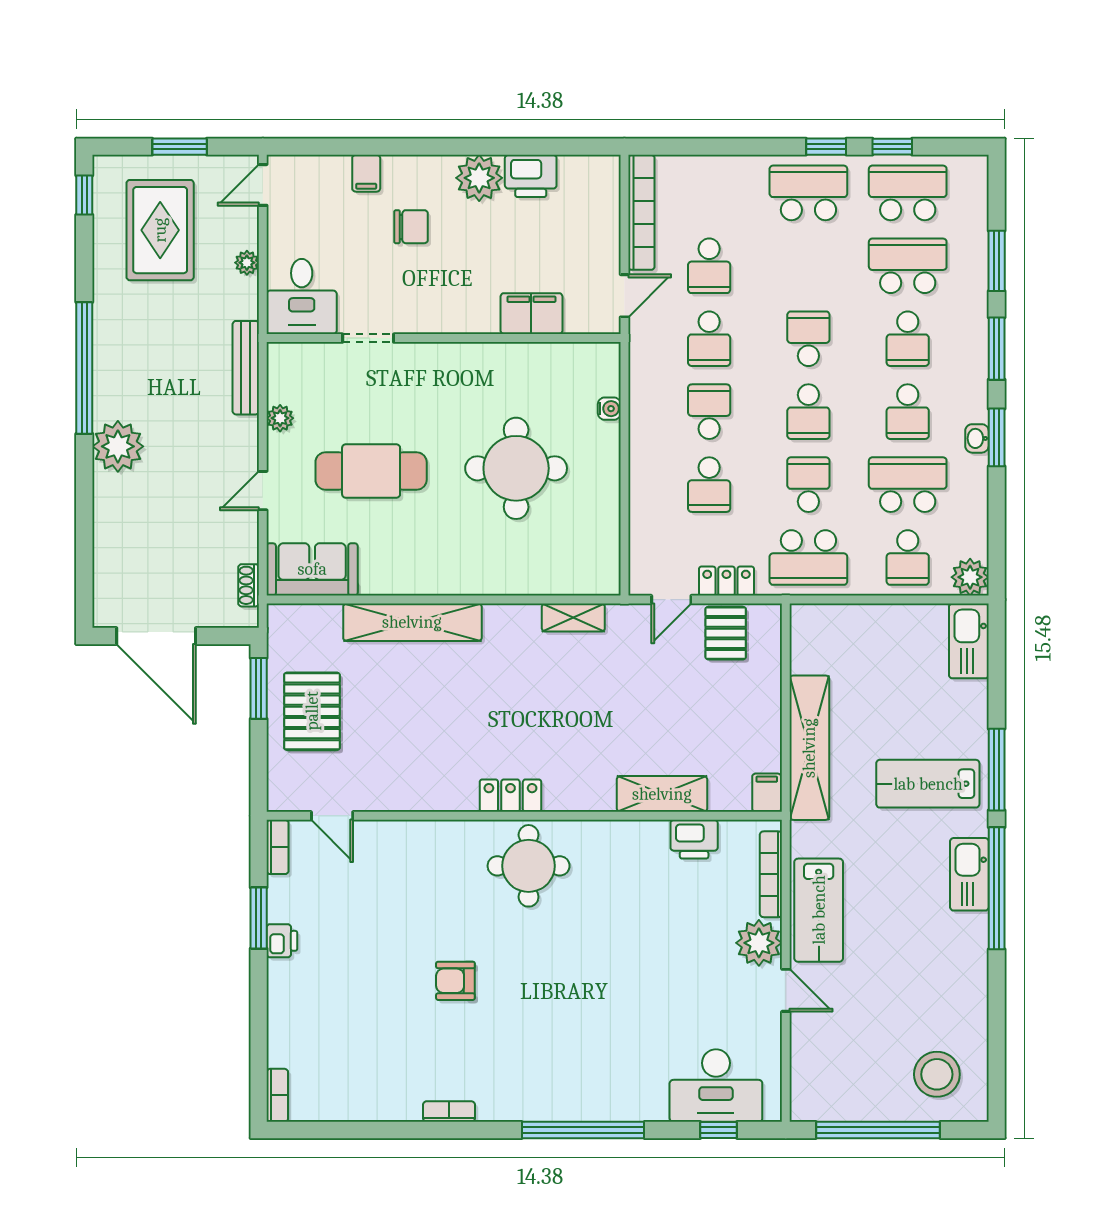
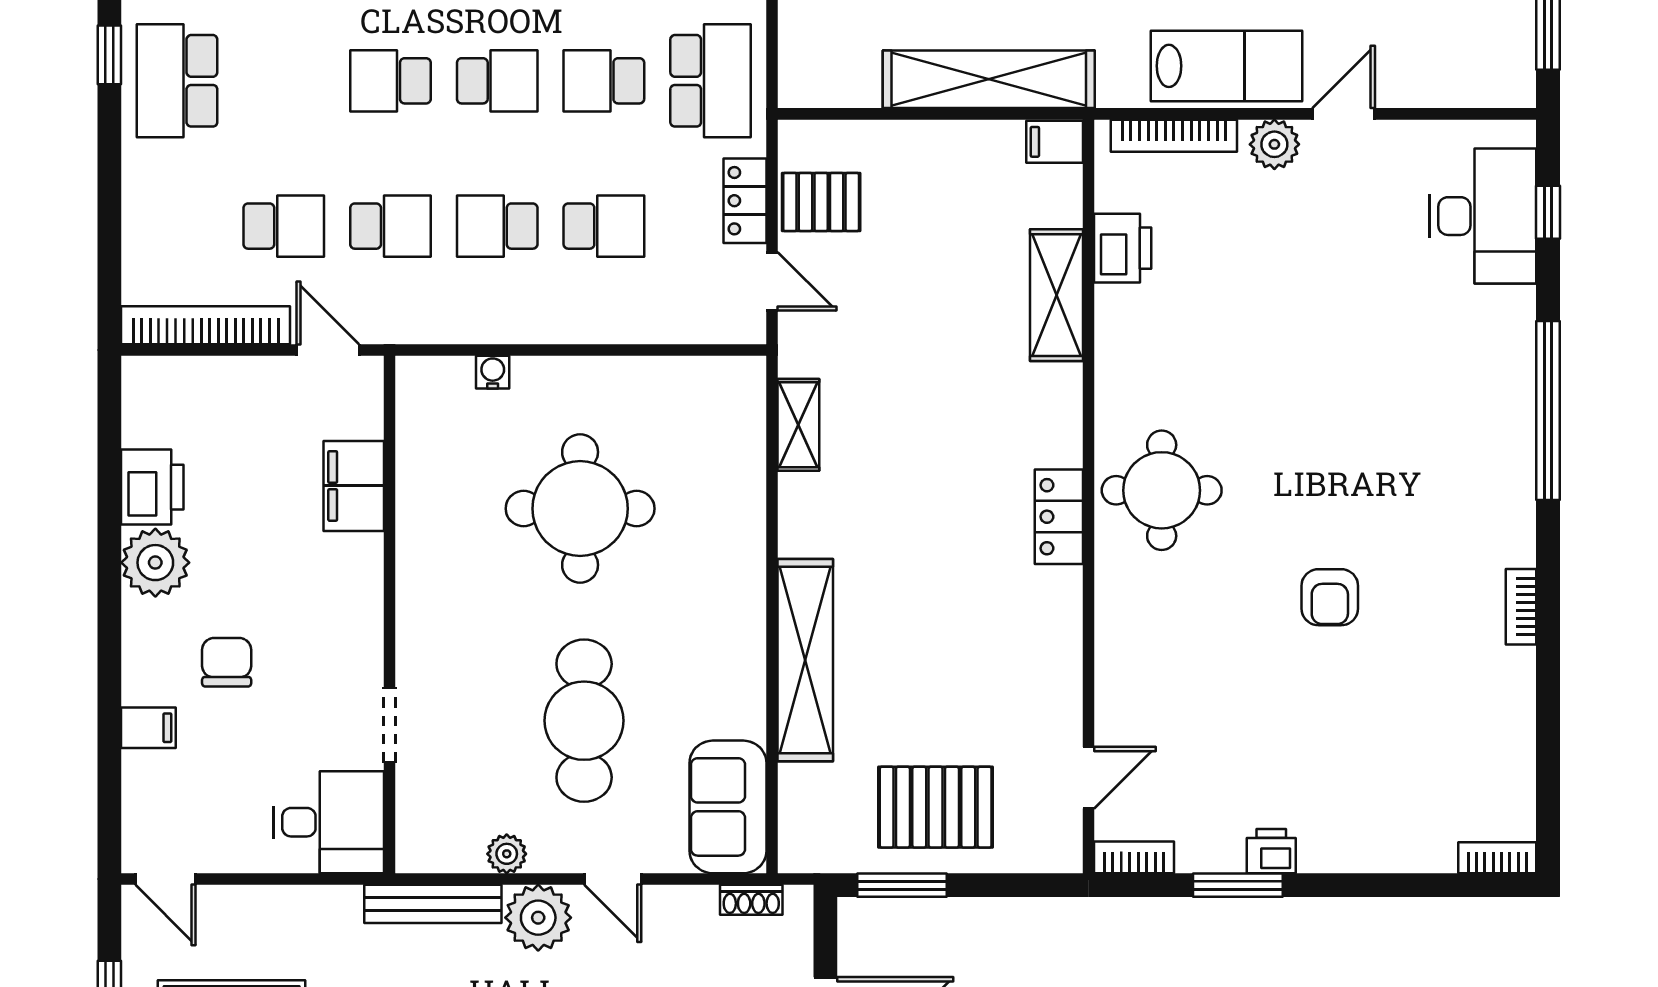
plant: (247, 263) -> (538, 918), moved, width x1.88, depth x1.88
plant: (759, 943) -> (1274, 144), width x0.73, depth x0.73

